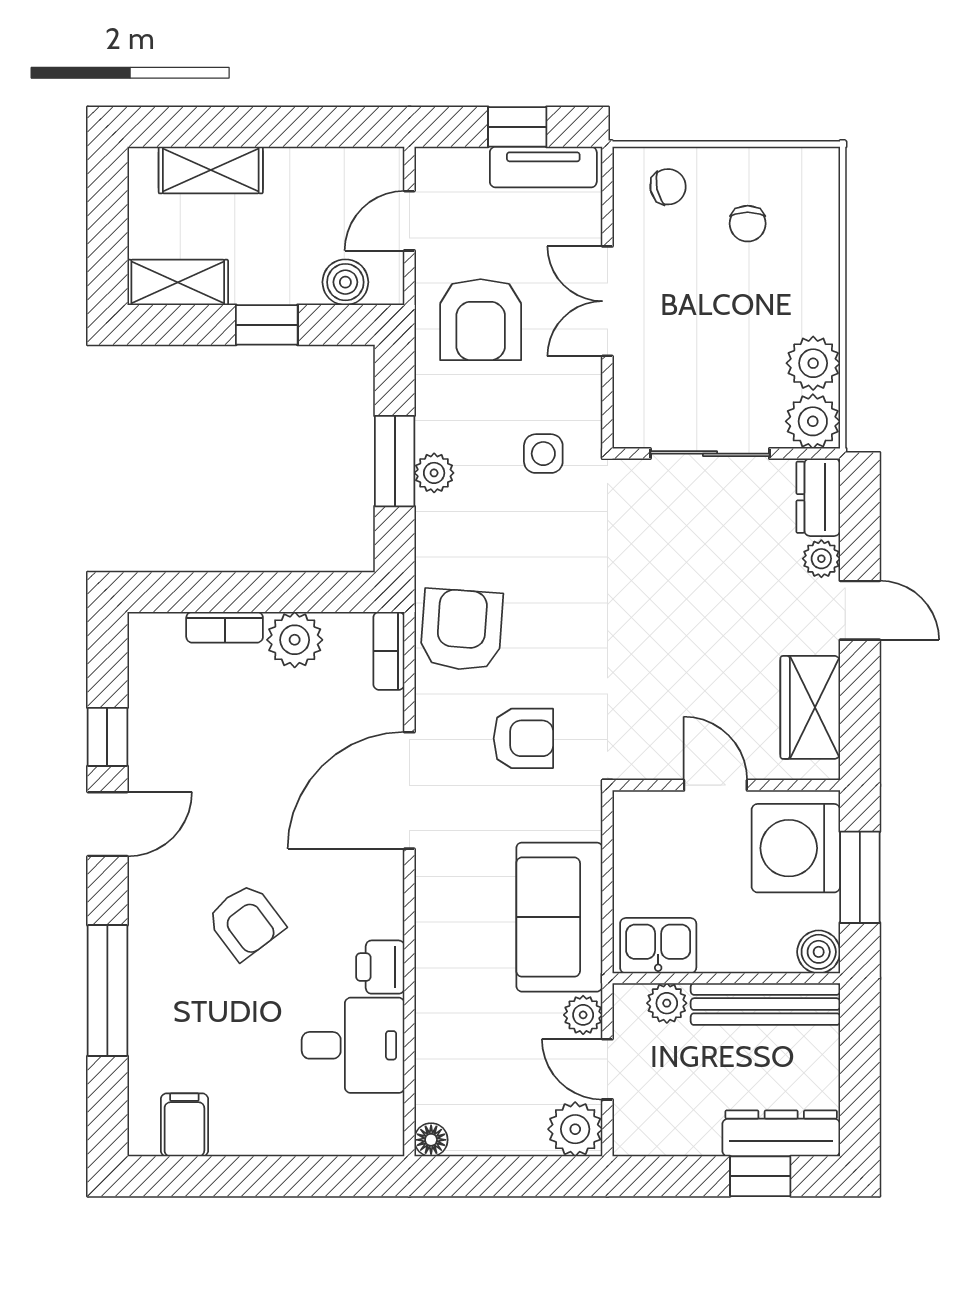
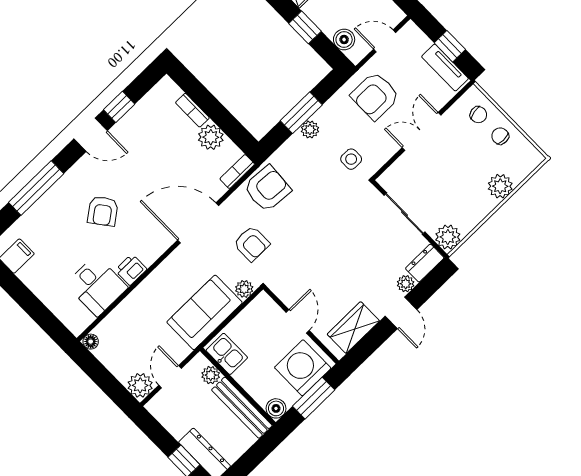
chair: (748, 224) -> (500, 136), moved, turned 90
plant: (813, 363) -> (500, 186), moved
plant: (583, 1015) -> (244, 289), moved

